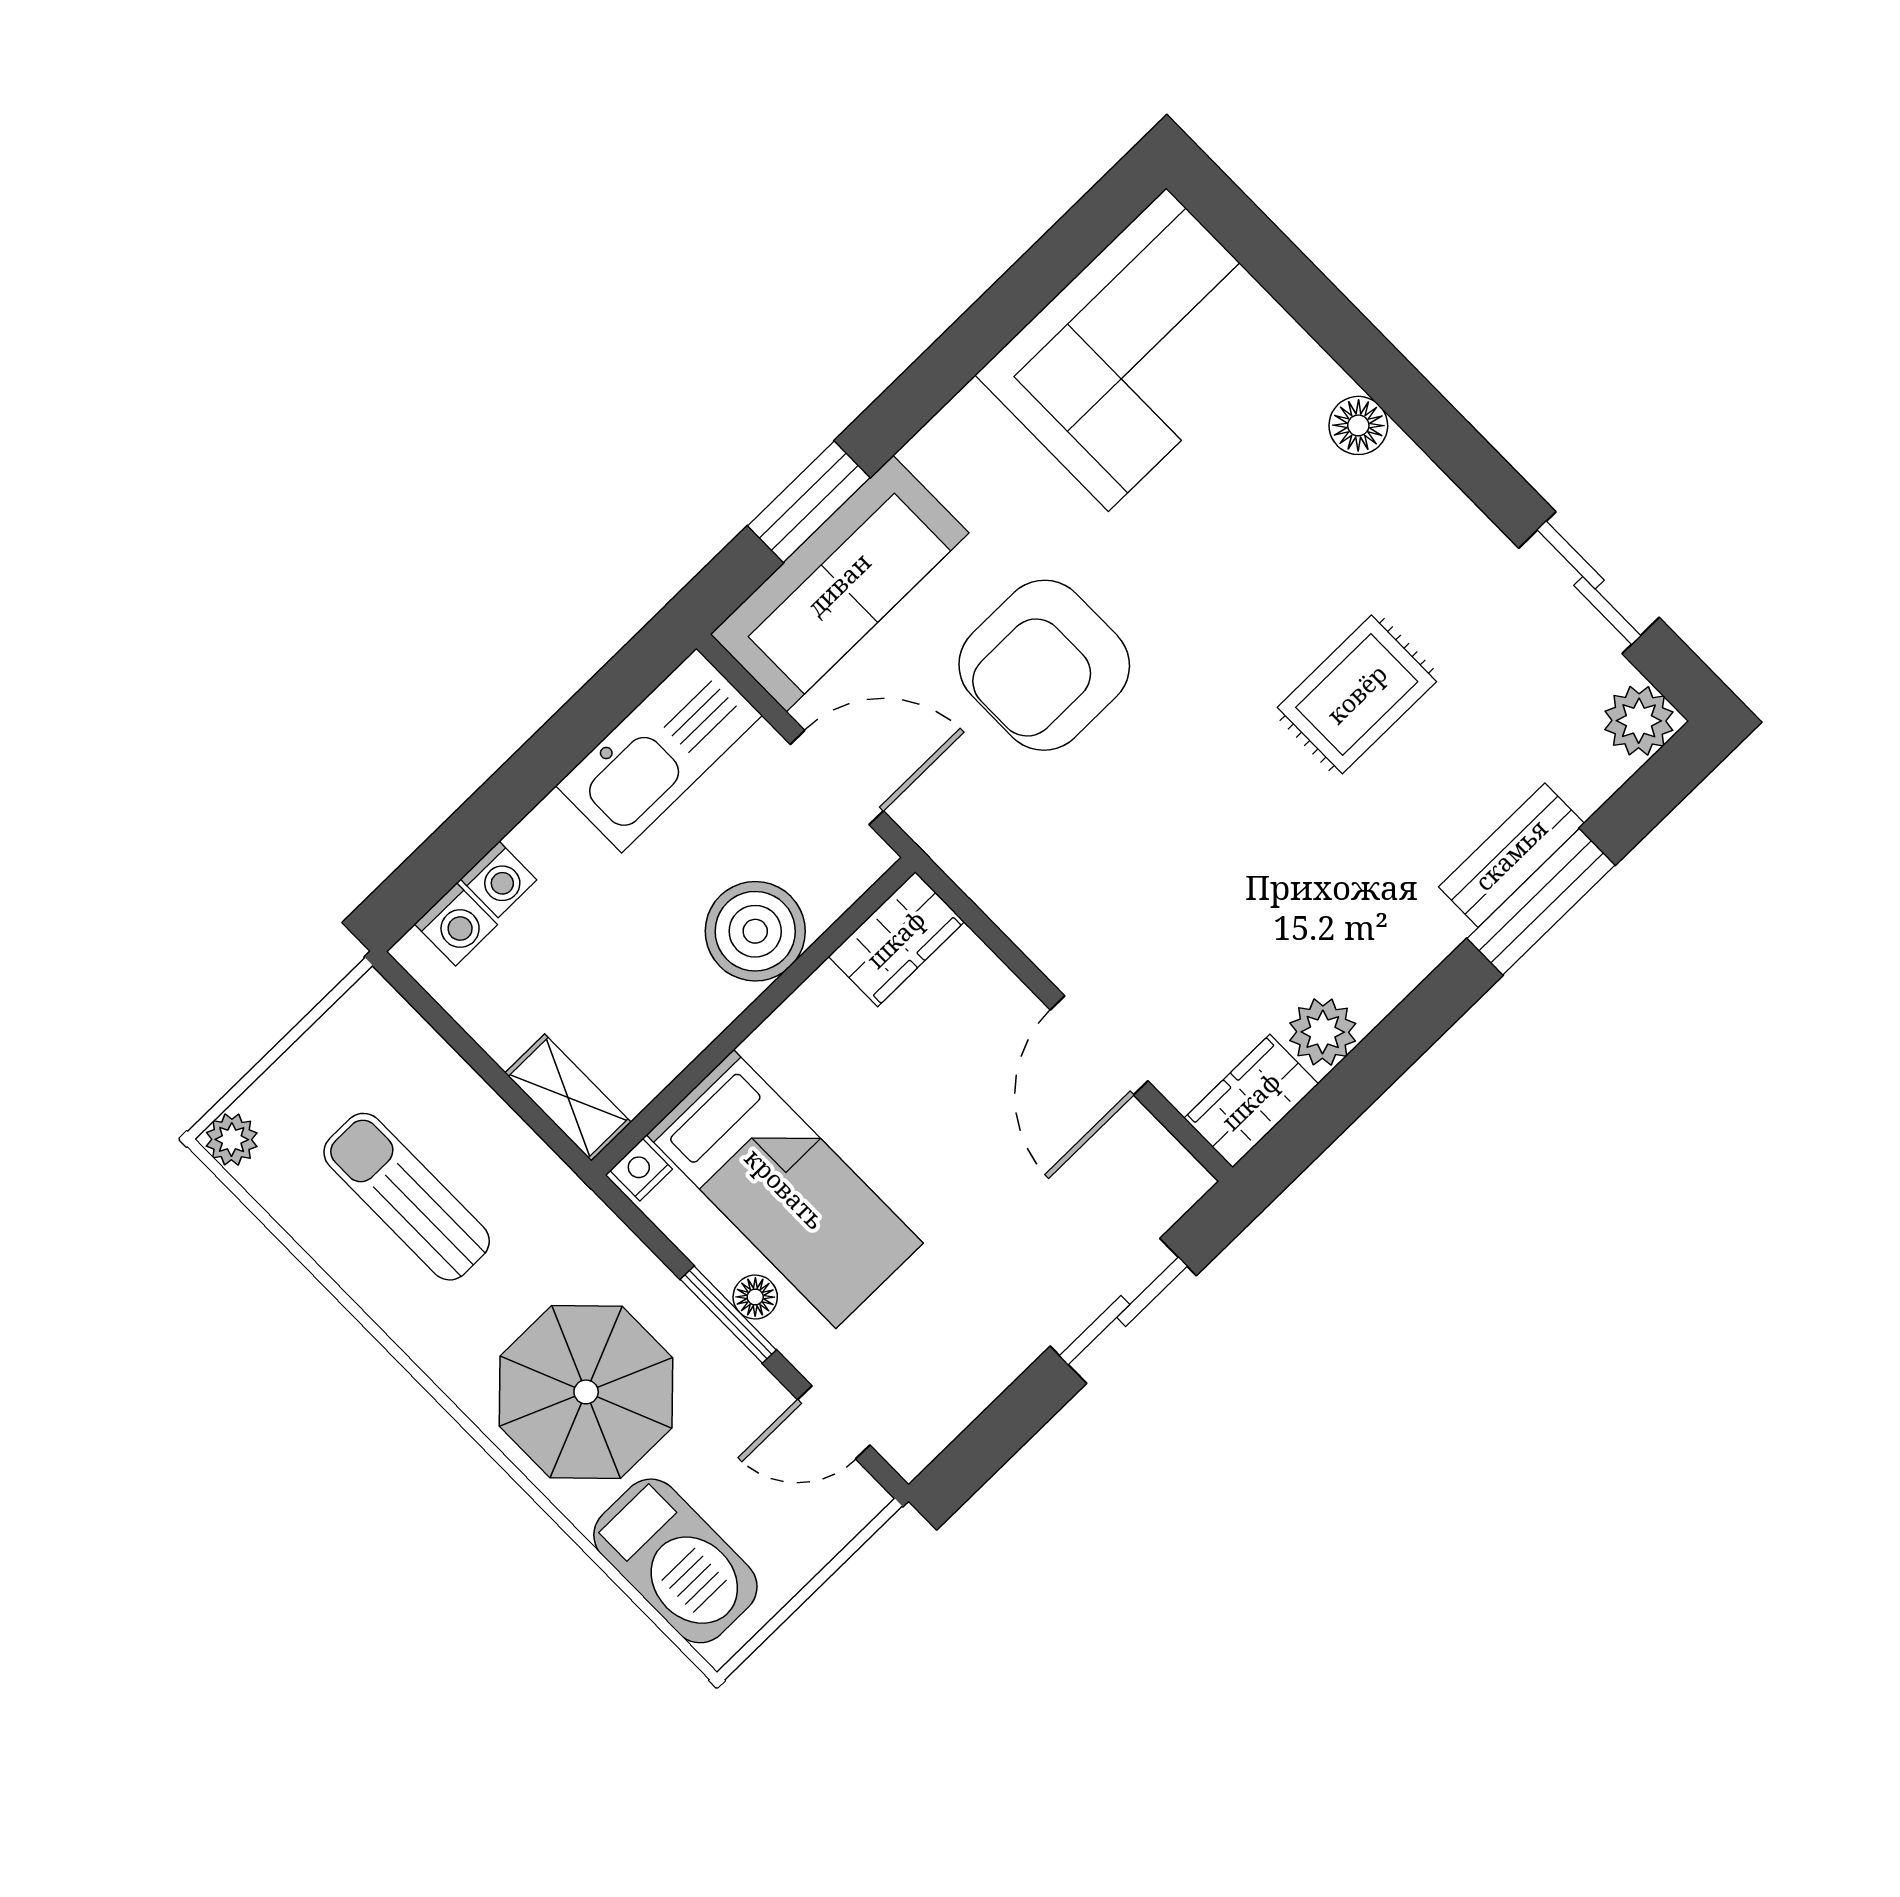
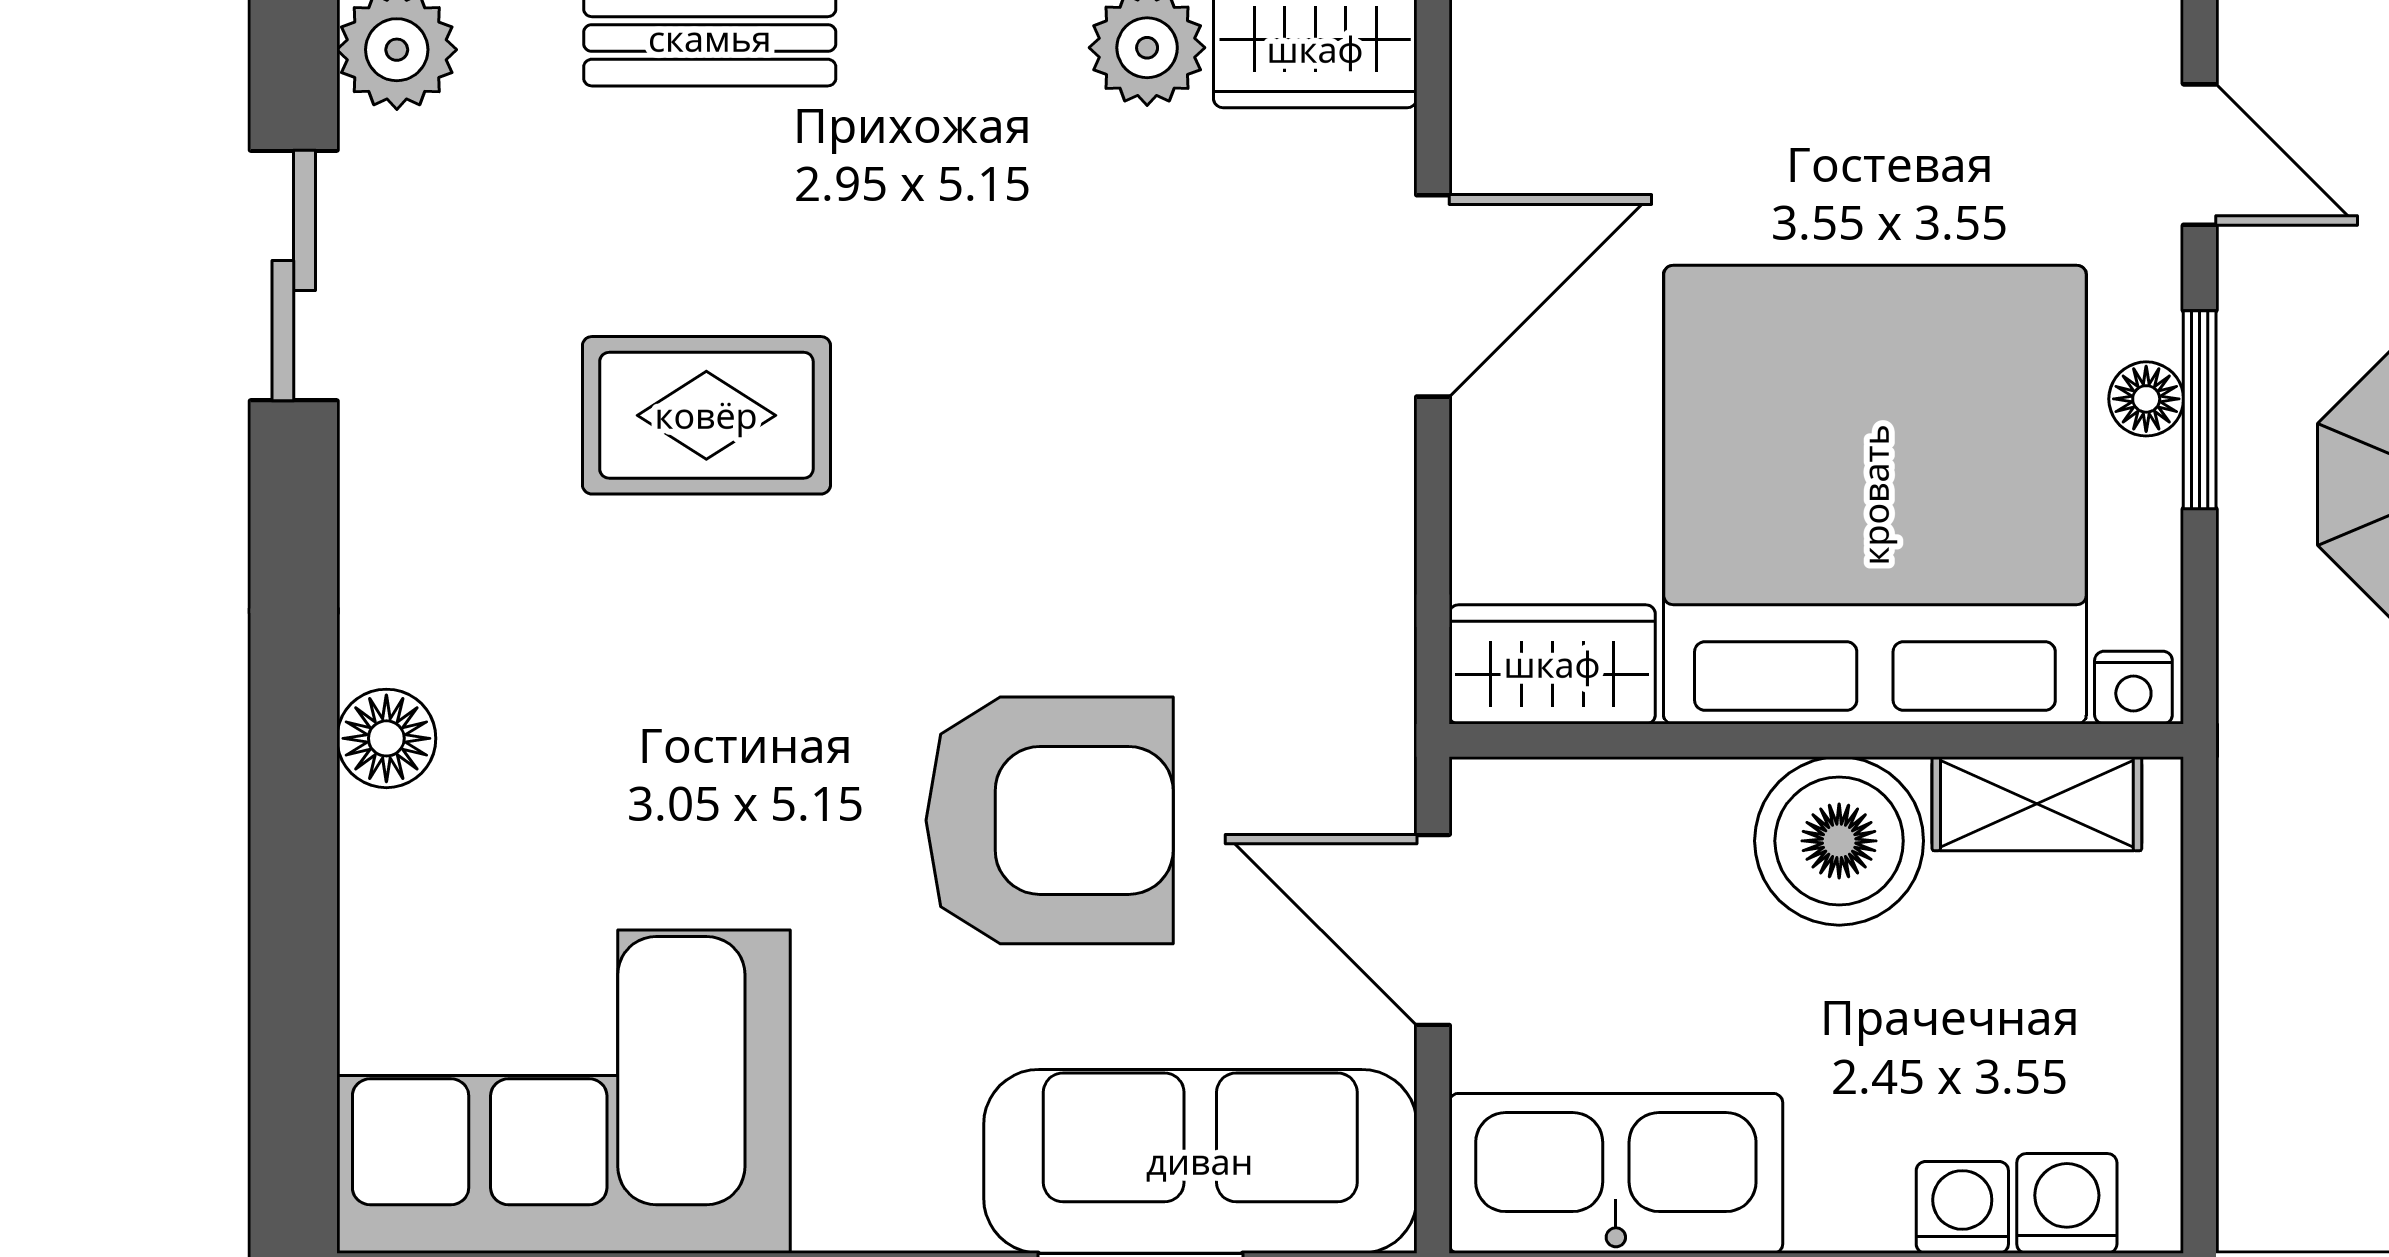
boiler: (755, 931) -> (1839, 841), moved
shelving: (568, 1098) -> (2037, 804), moved, turned 90
bed: (785, 1189) -> (1875, 495), width x2.04

